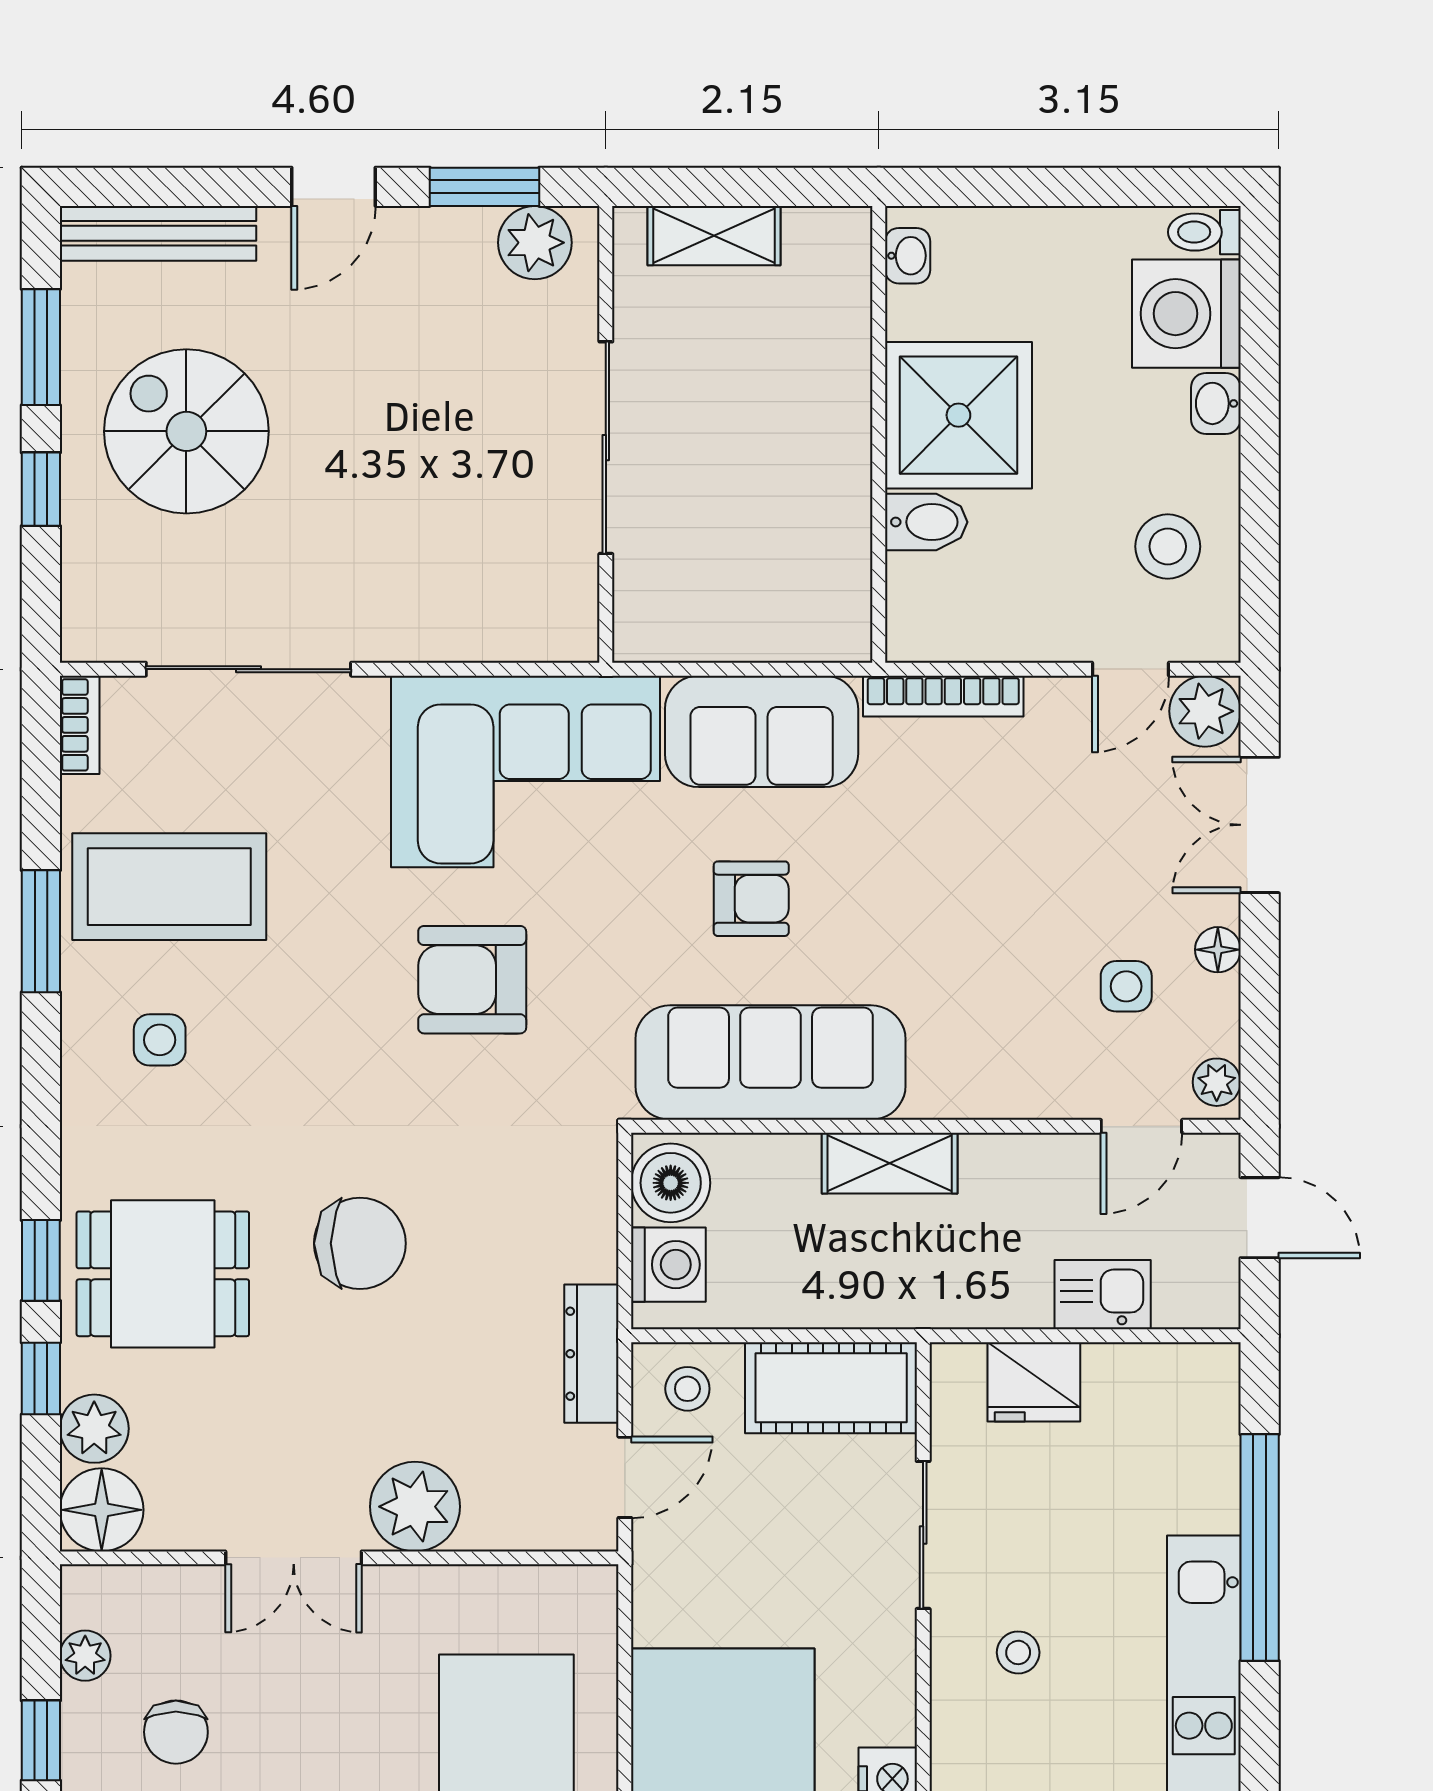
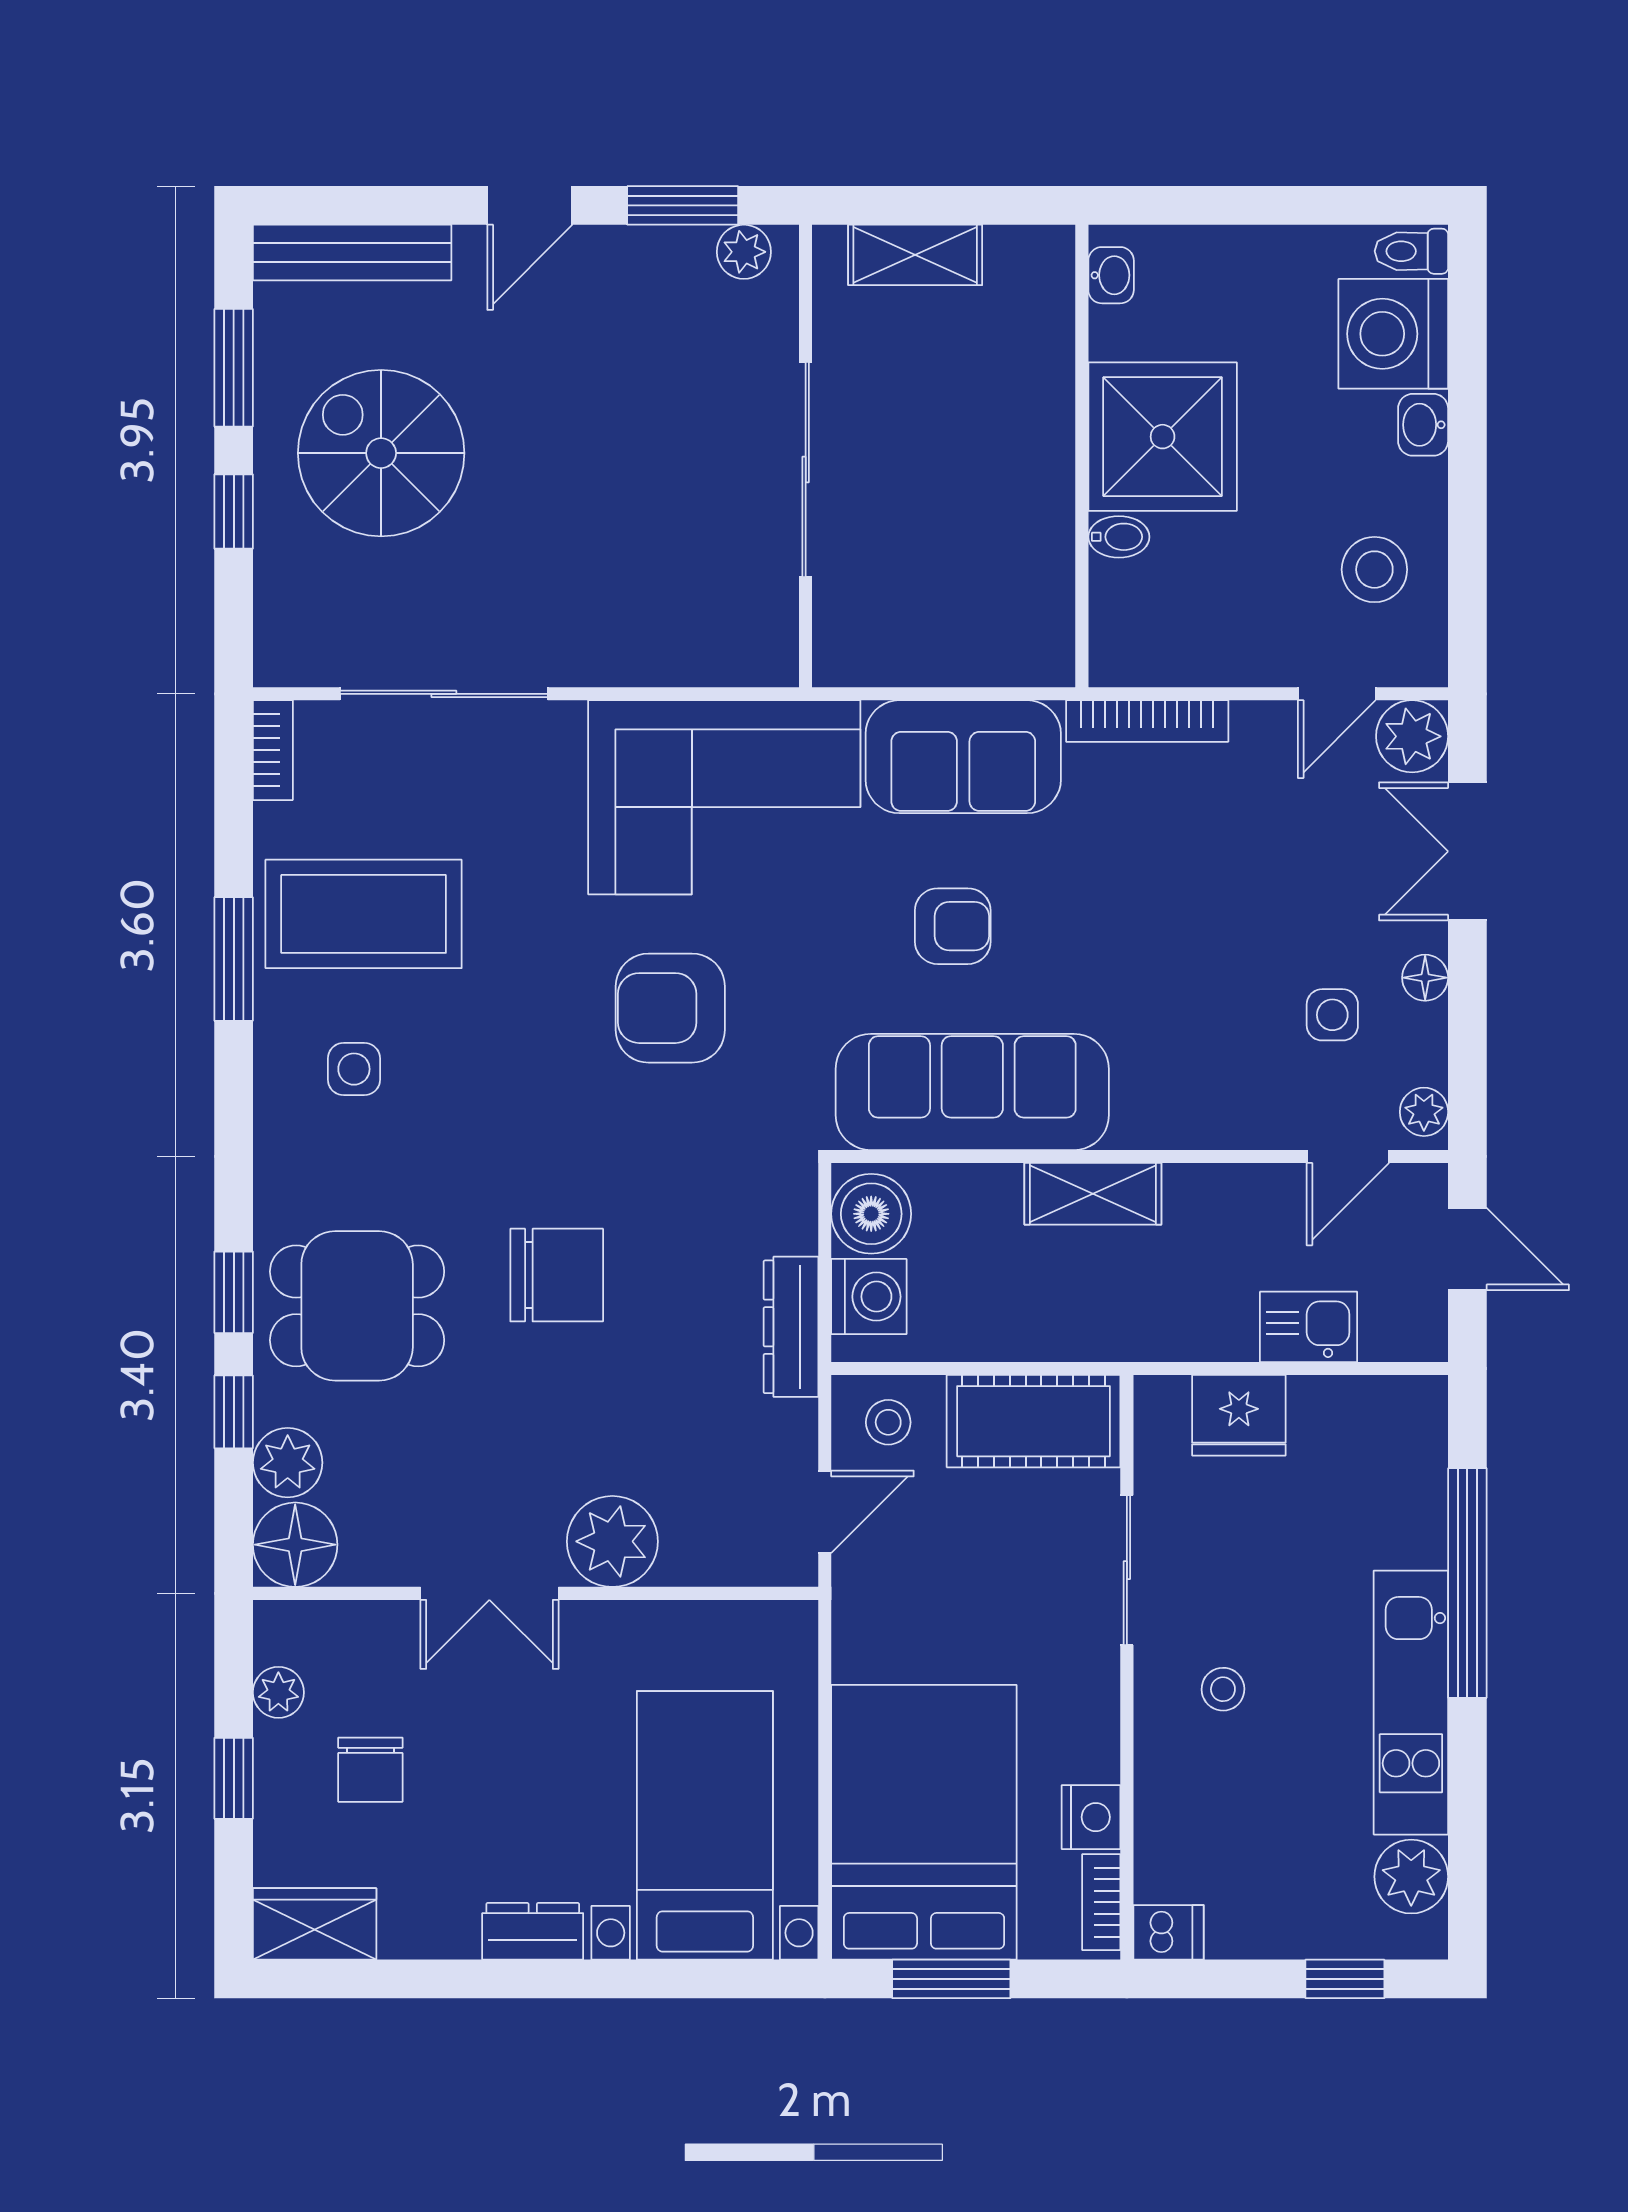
plant: (535, 243) -> (744, 252), width x0.73, depth x0.73
bidet: (926, 522) -> (1119, 537), width x0.72, depth x0.74
dresser: (591, 1354) -> (791, 1327), moved

